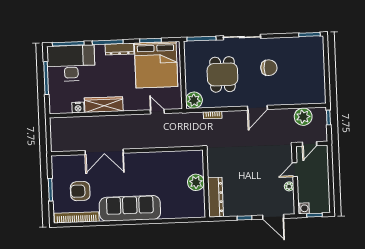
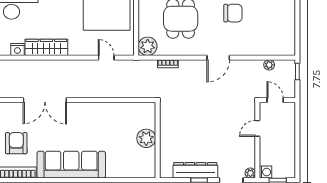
plant: (303, 117) -> (269, 65), width x0.53, depth x0.53
door: (310, 144) -> (275, 100), swing flipped
plant: (289, 186) -> (250, 173), moved
armchair: (80, 191) -> (16, 143), turned 90
dresser: (215, 197) -> (195, 170), moved, turned -90

